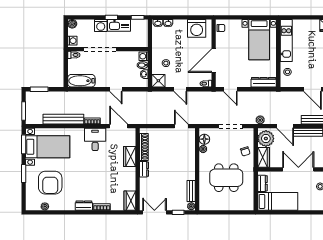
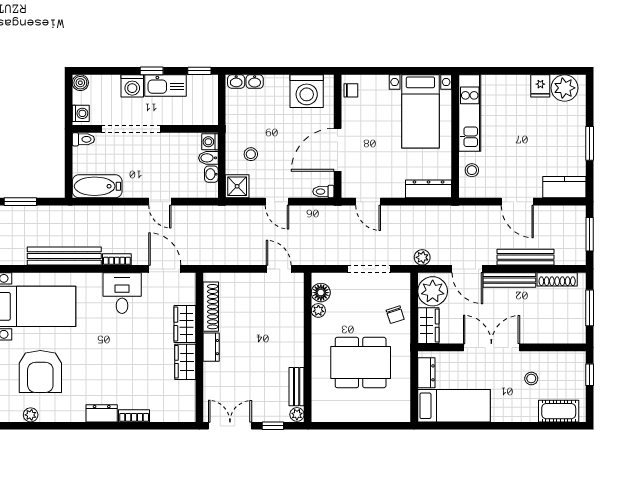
wardrobe: (130, 201) -> (185, 362), moved

